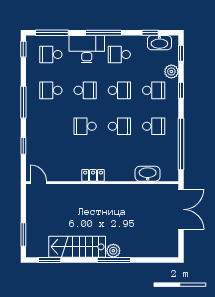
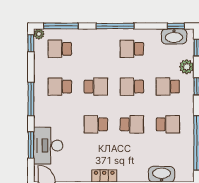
window: (150, 33) -> (176, 26), moved
plant: (31, 40) -> (39, 34), added
desk: (87, 49) -> (48, 146), moved, turned -90
school desk: (119, 90) -> (132, 87), turned 180
school desk: (154, 90) -> (168, 87), turned 180
window: (23, 146) -> (31, 145), width x1.50

